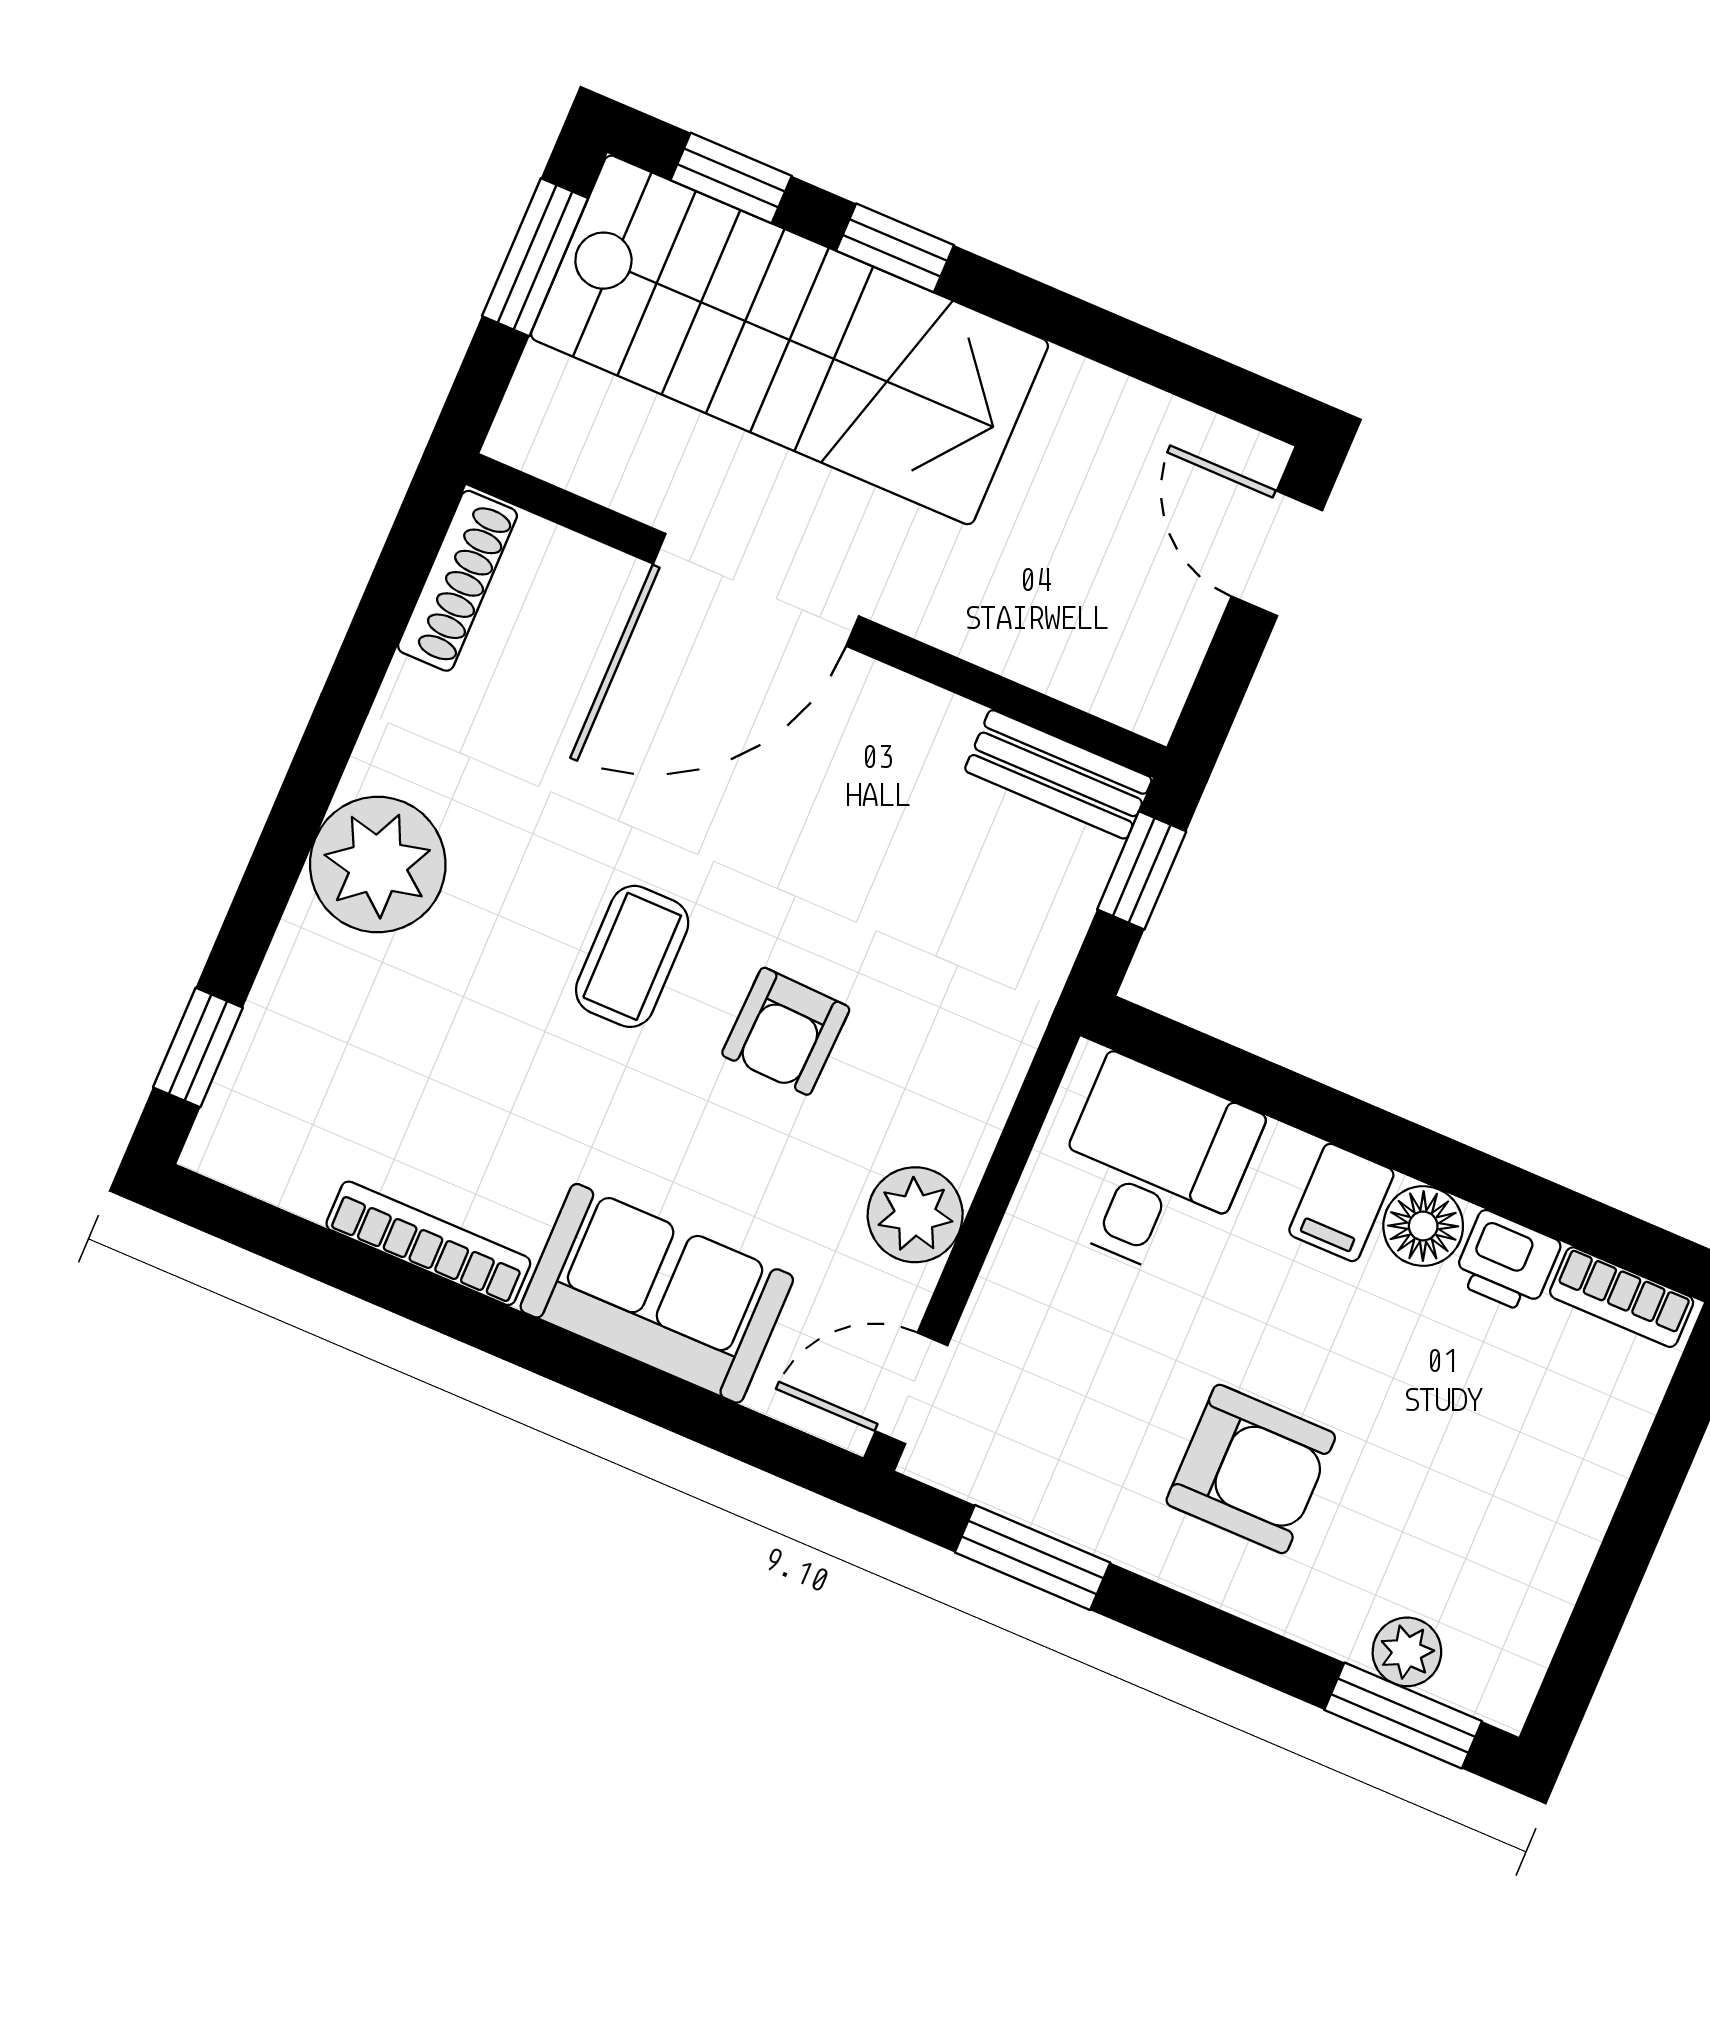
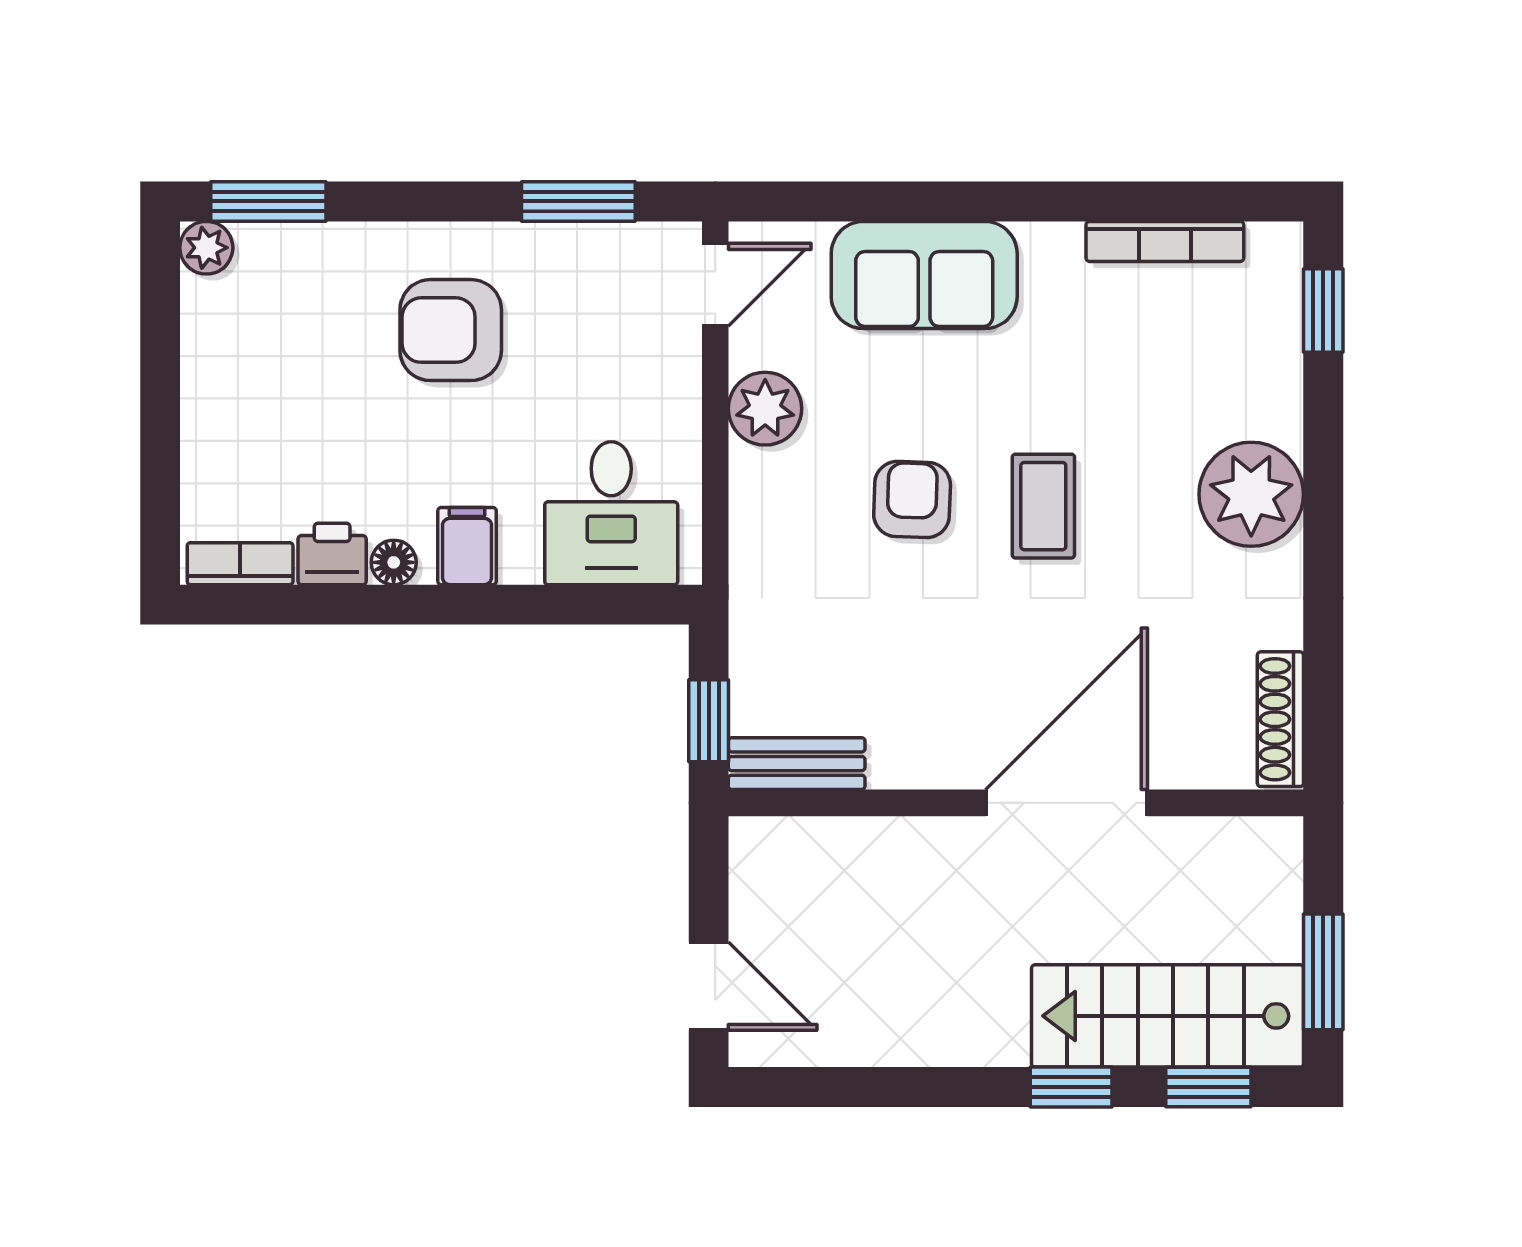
stairs: (790, 340) -> (1168, 1016), width x0.73, depth x0.66
floor lamp: (1423, 1226) -> (394, 562), width x0.73, depth x0.73
bookcase: (428, 1243) -> (1165, 241), moved
plant: (1407, 1652) -> (206, 248), moved

